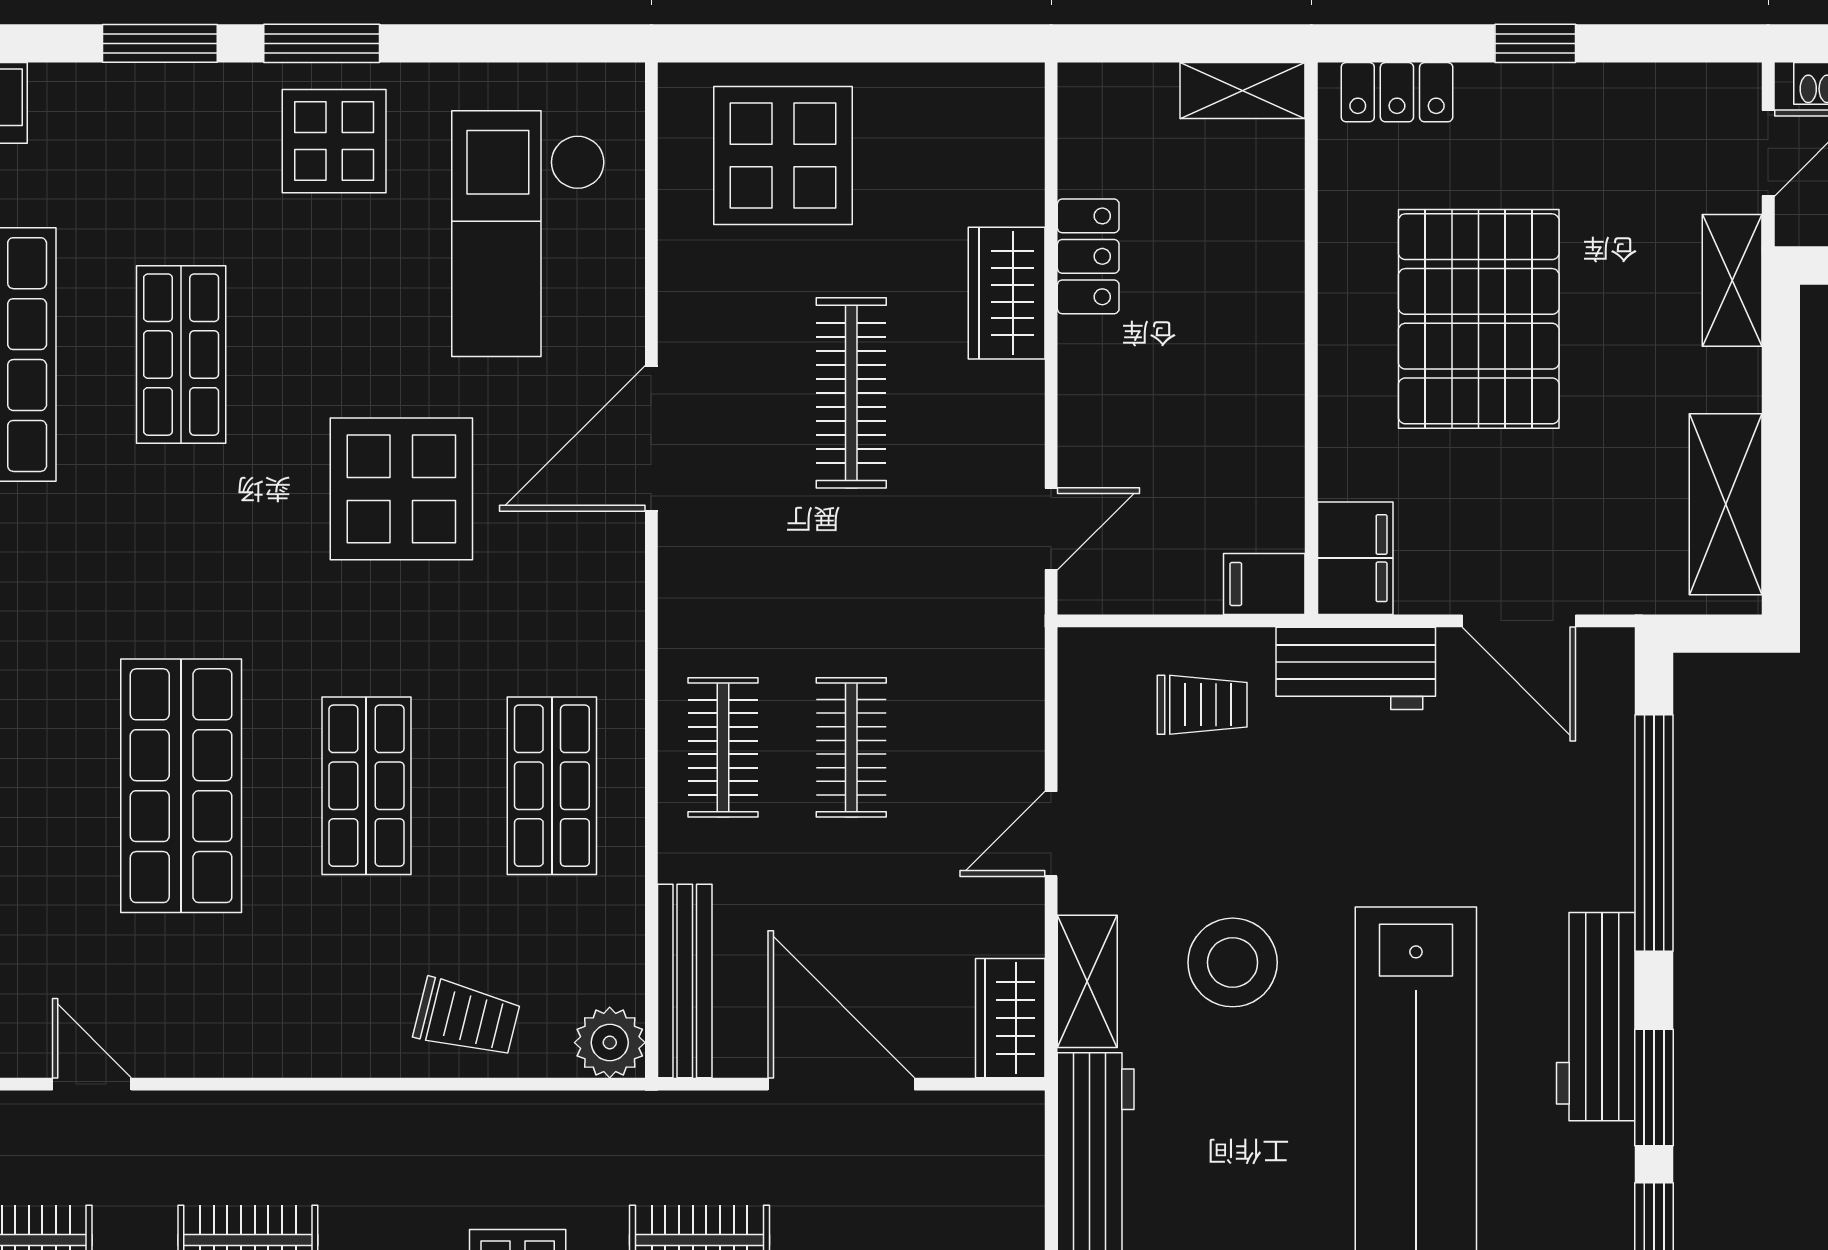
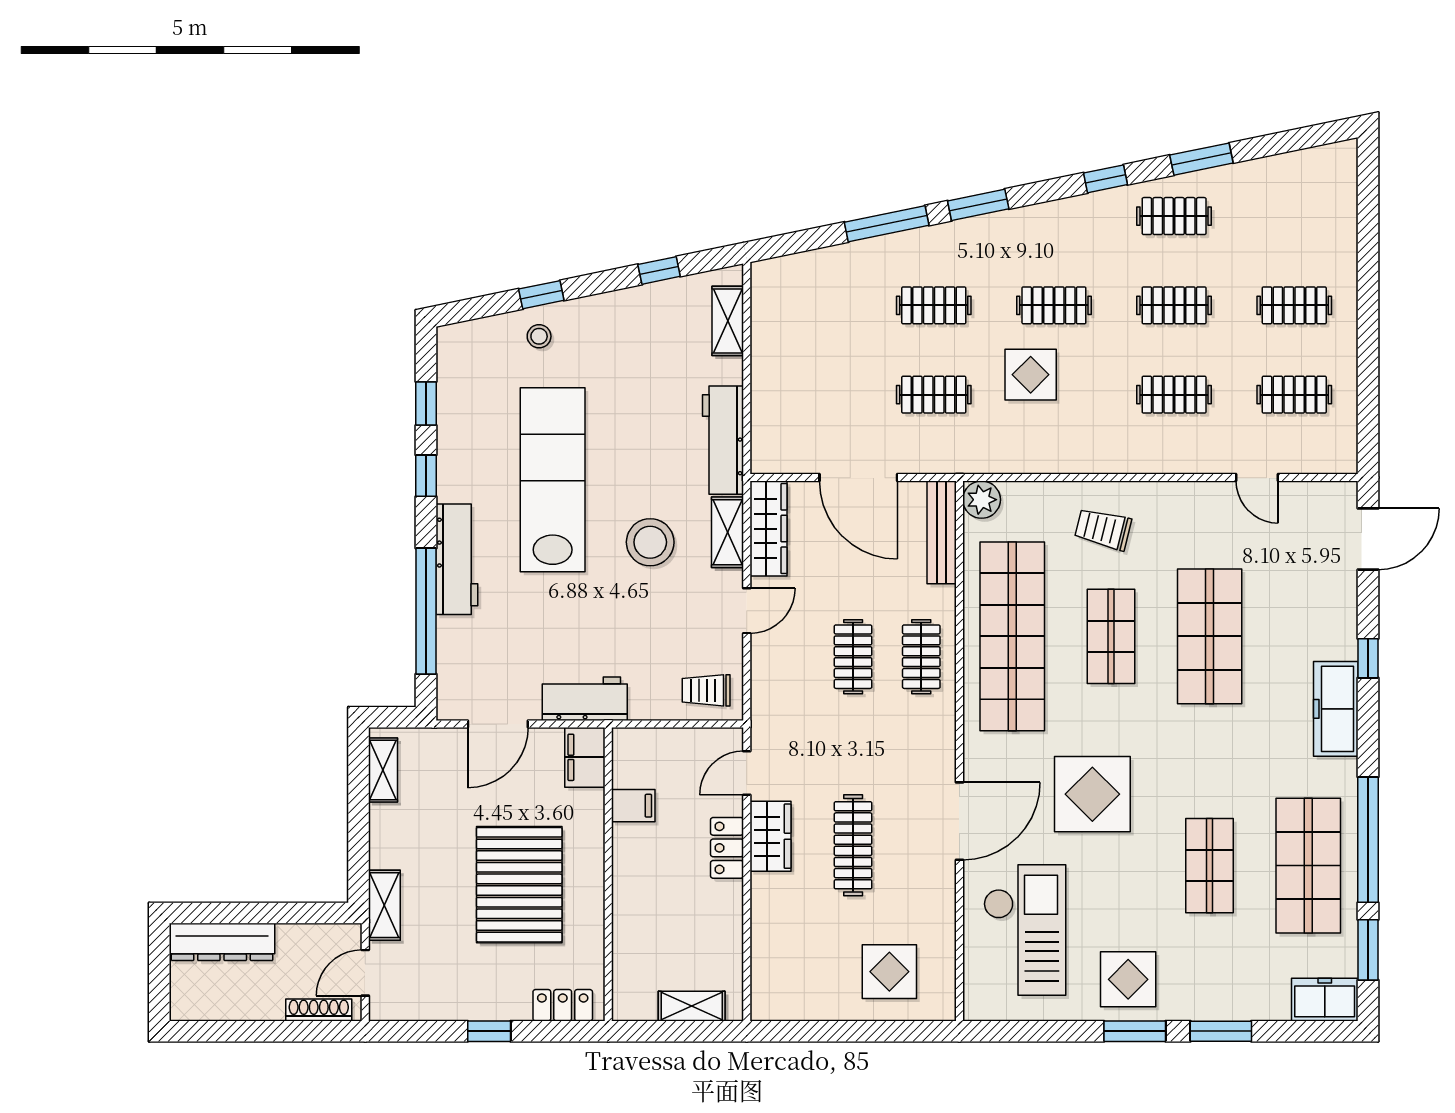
shelving: (1243, 91) -> (692, 1006), moved
display table: (783, 156) -> (889, 972), width x0.73, depth x0.73
locker: (1088, 256) -> (727, 848), moved
wardrobe: (1007, 293) -> (770, 836), moved
shelving: (1726, 504) -> (383, 770), width x0.67, depth x0.75
filing cabinet: (1264, 584) -> (633, 806), moved
door: (1519, 621) -> (498, 724), swing flipped
trolley: (1202, 705) -> (706, 690), moved
shop shelf: (552, 786) -> (1012, 636), width x2.00, depth x1.36
workbench: (1596, 1017) -> (457, 559), moved
trolley: (467, 1018) -> (1103, 529), moved
wardrobe: (1010, 1018) -> (768, 529), width x1.50
window: (1654, 1087) -> (426, 476), width x0.67

